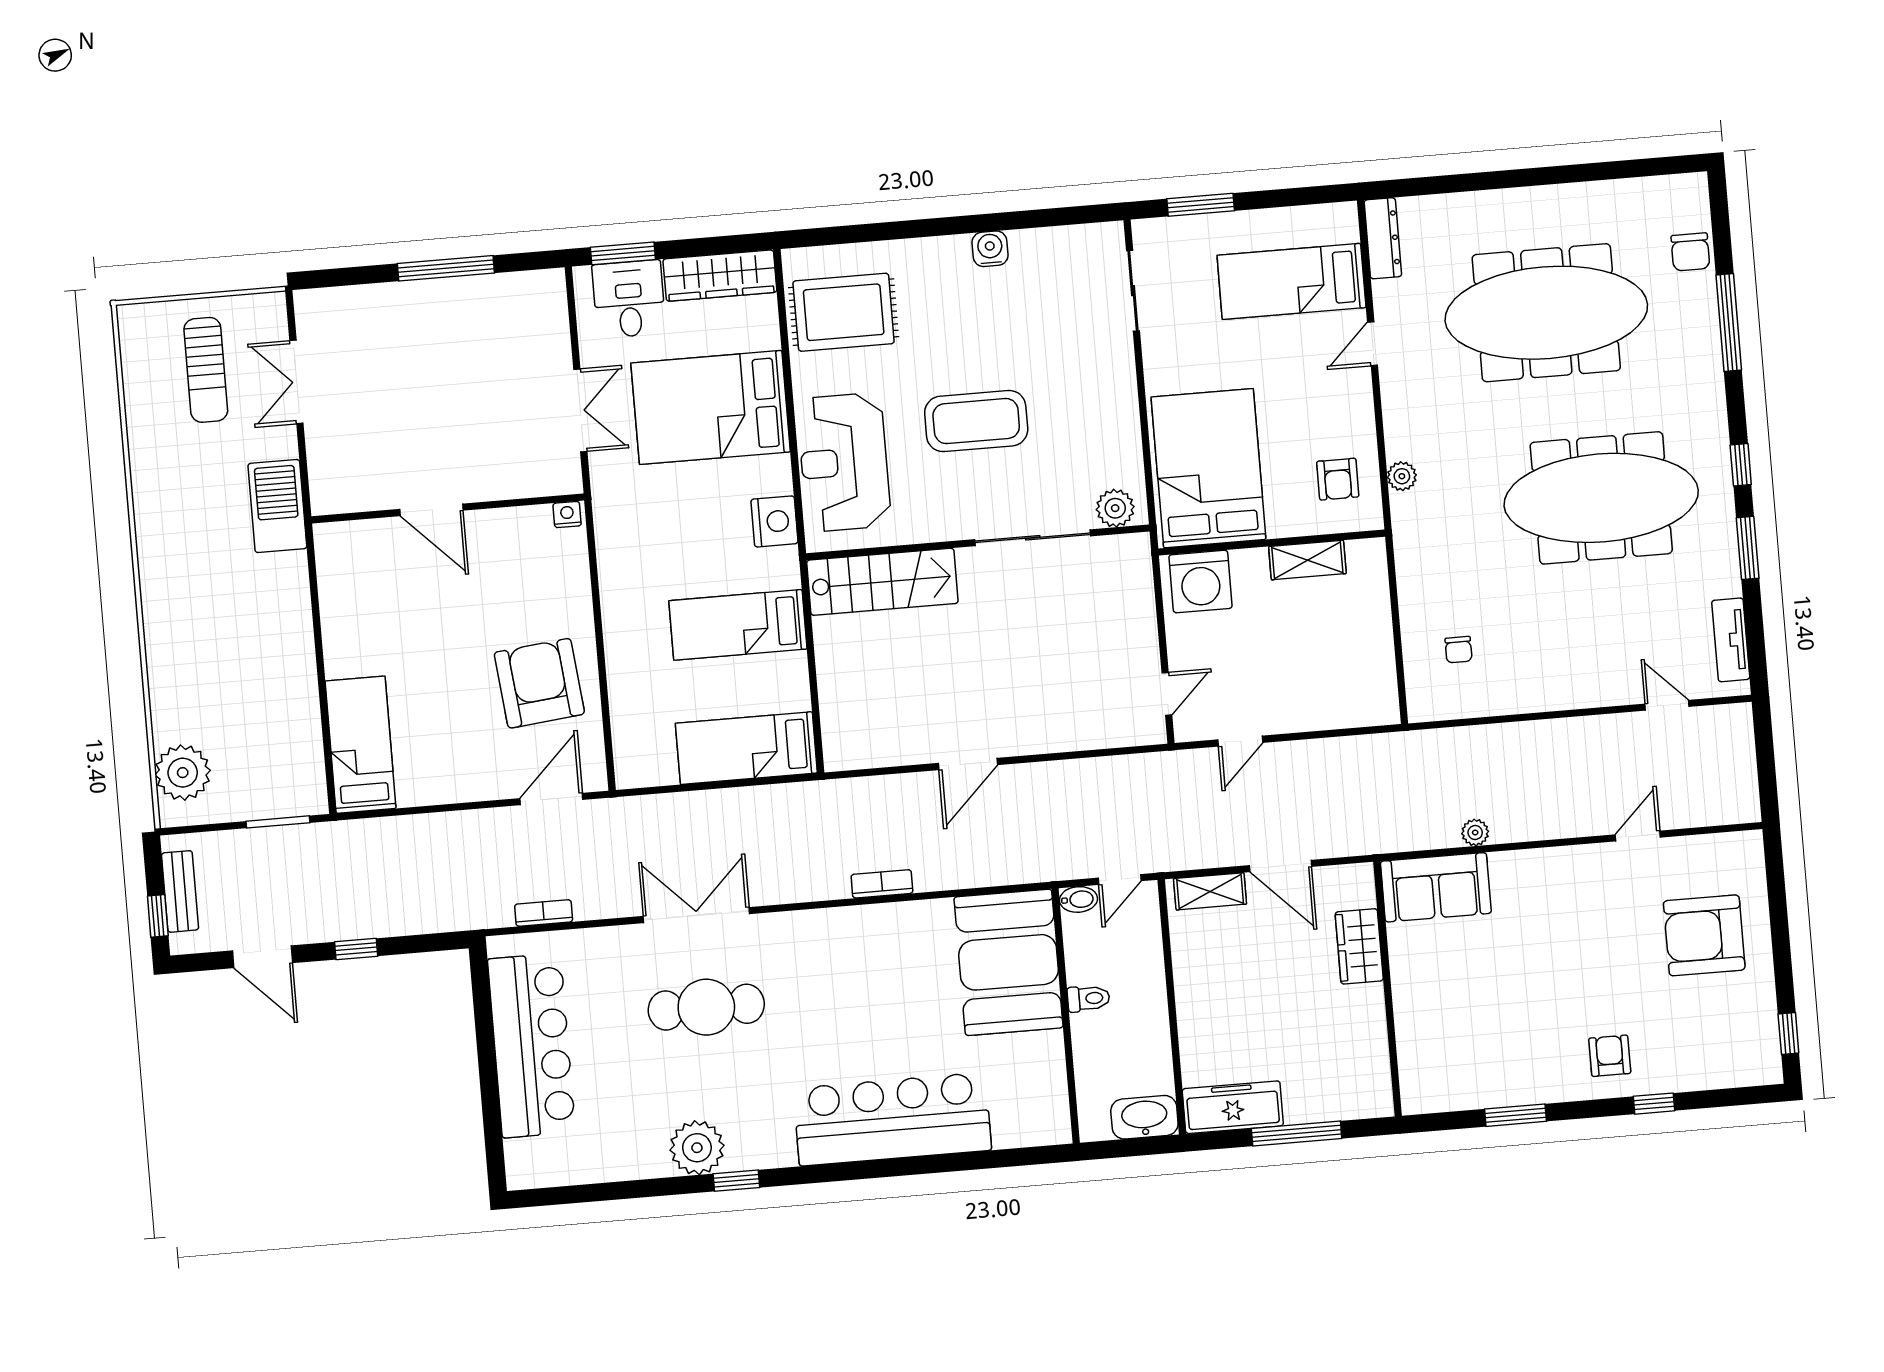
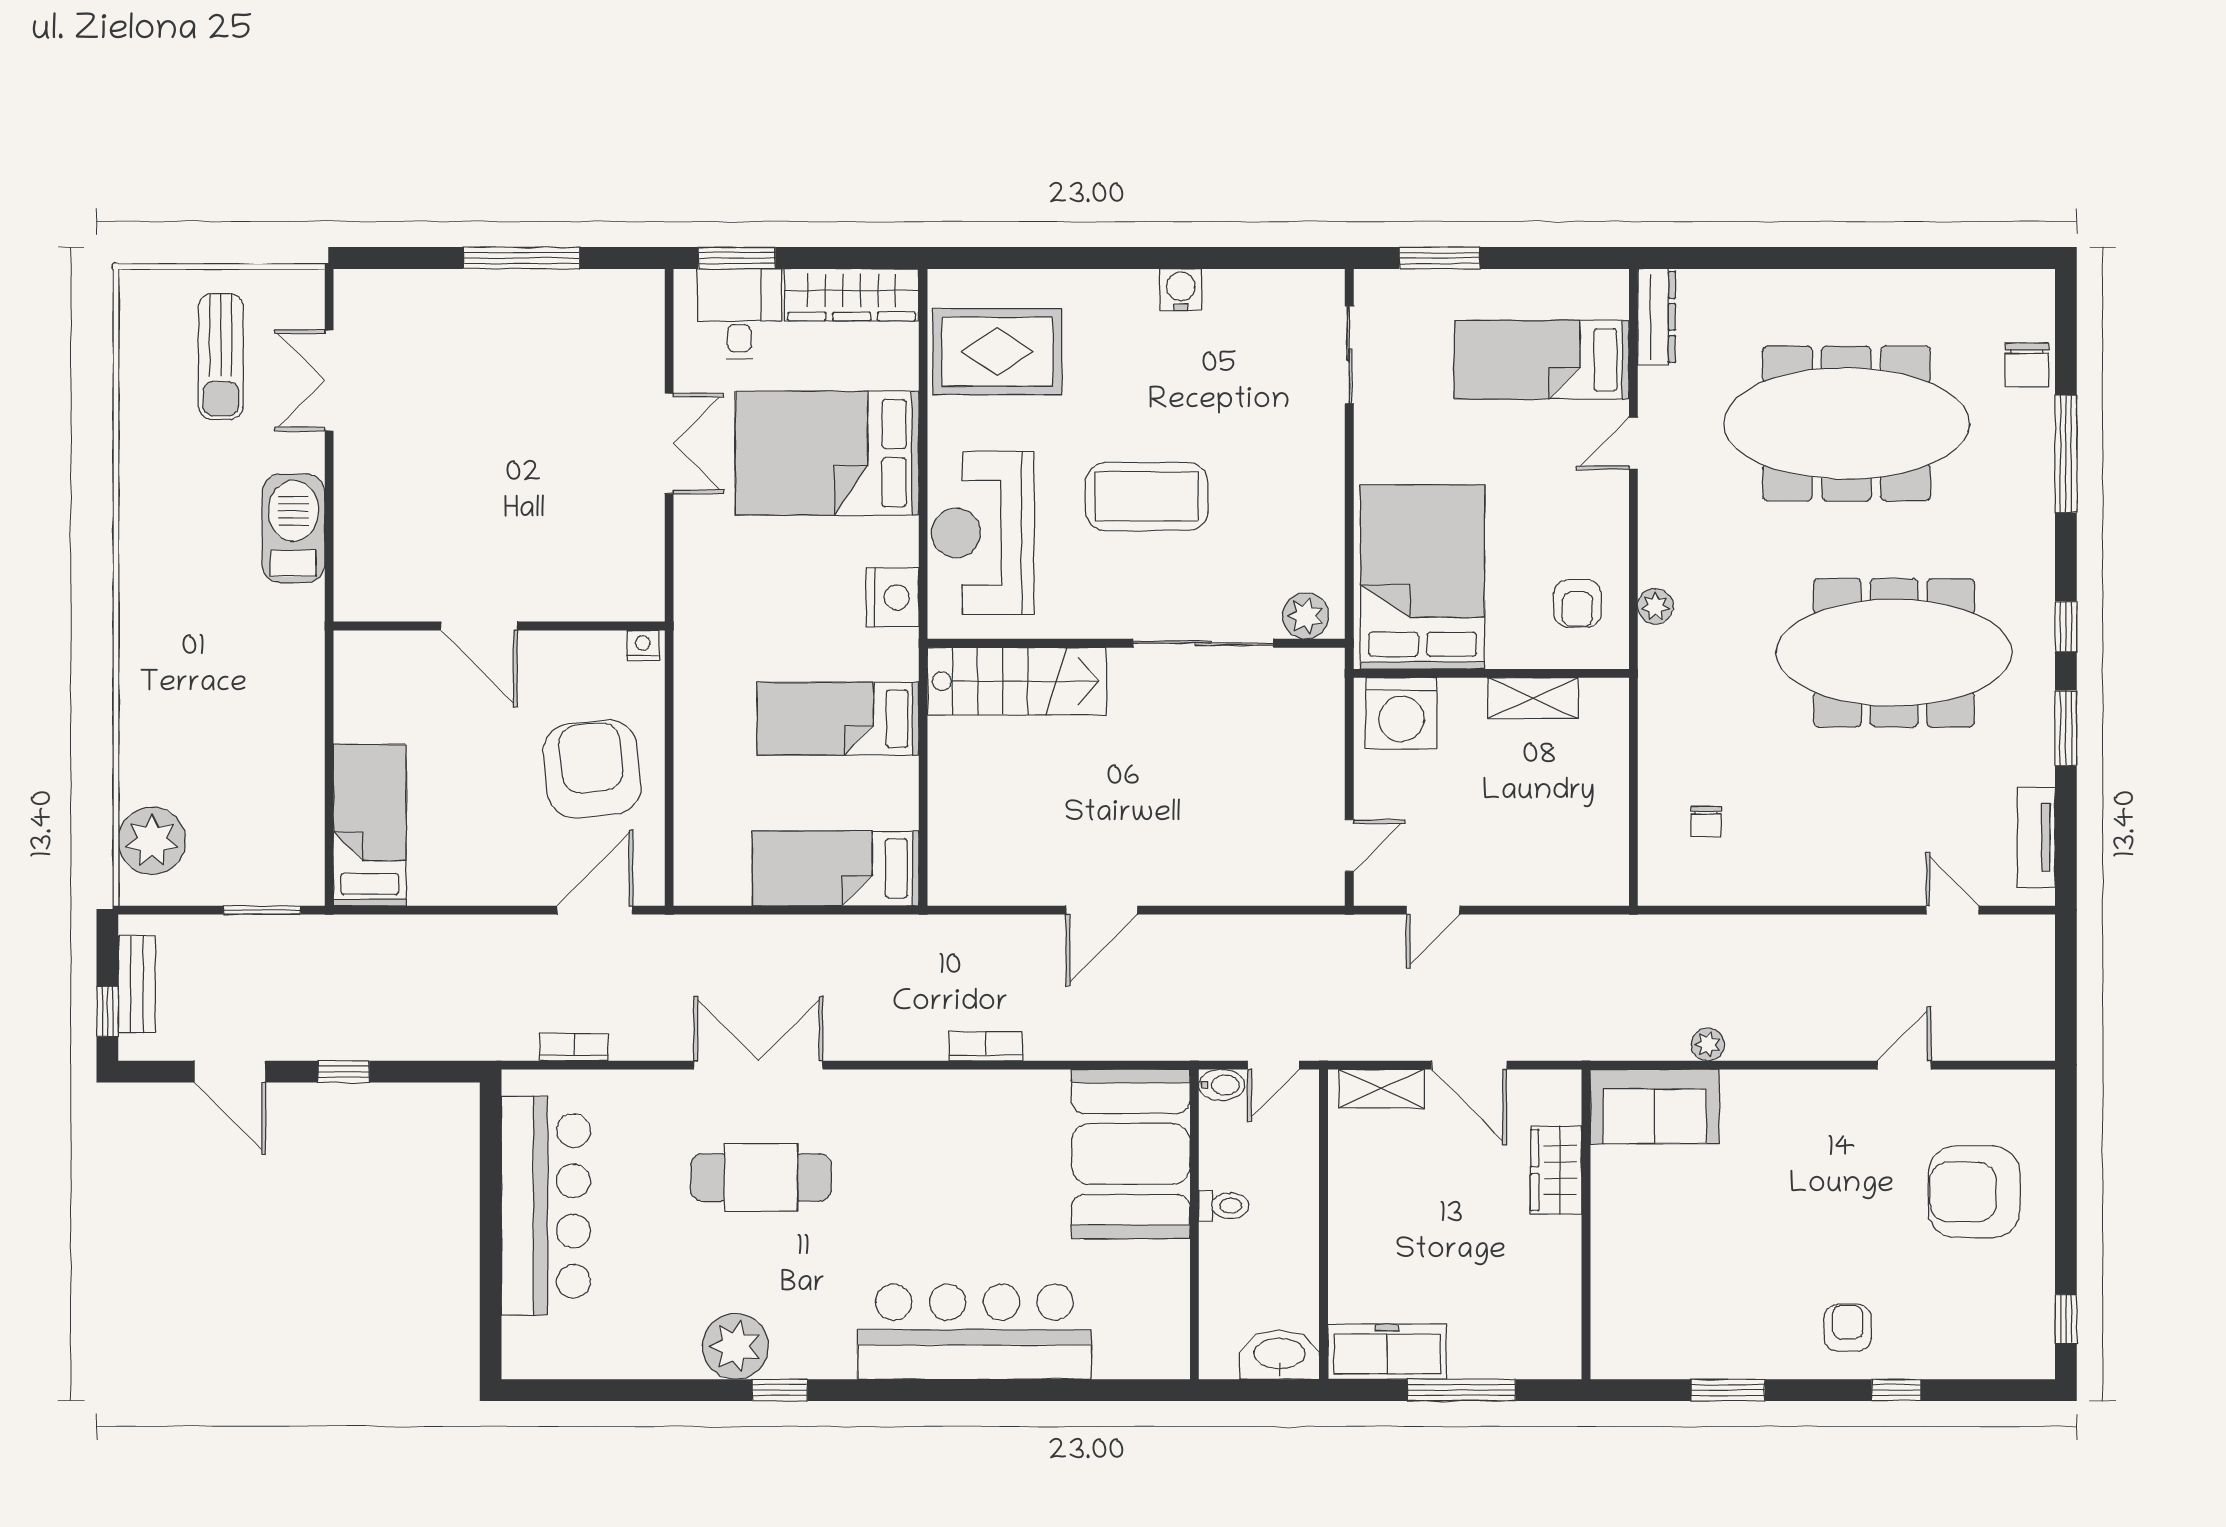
wall: (448, 508) -> (499, 626), moved
door: (431, 510) -> (479, 626), moved
nightstand: (567, 514) -> (643, 645), moved

